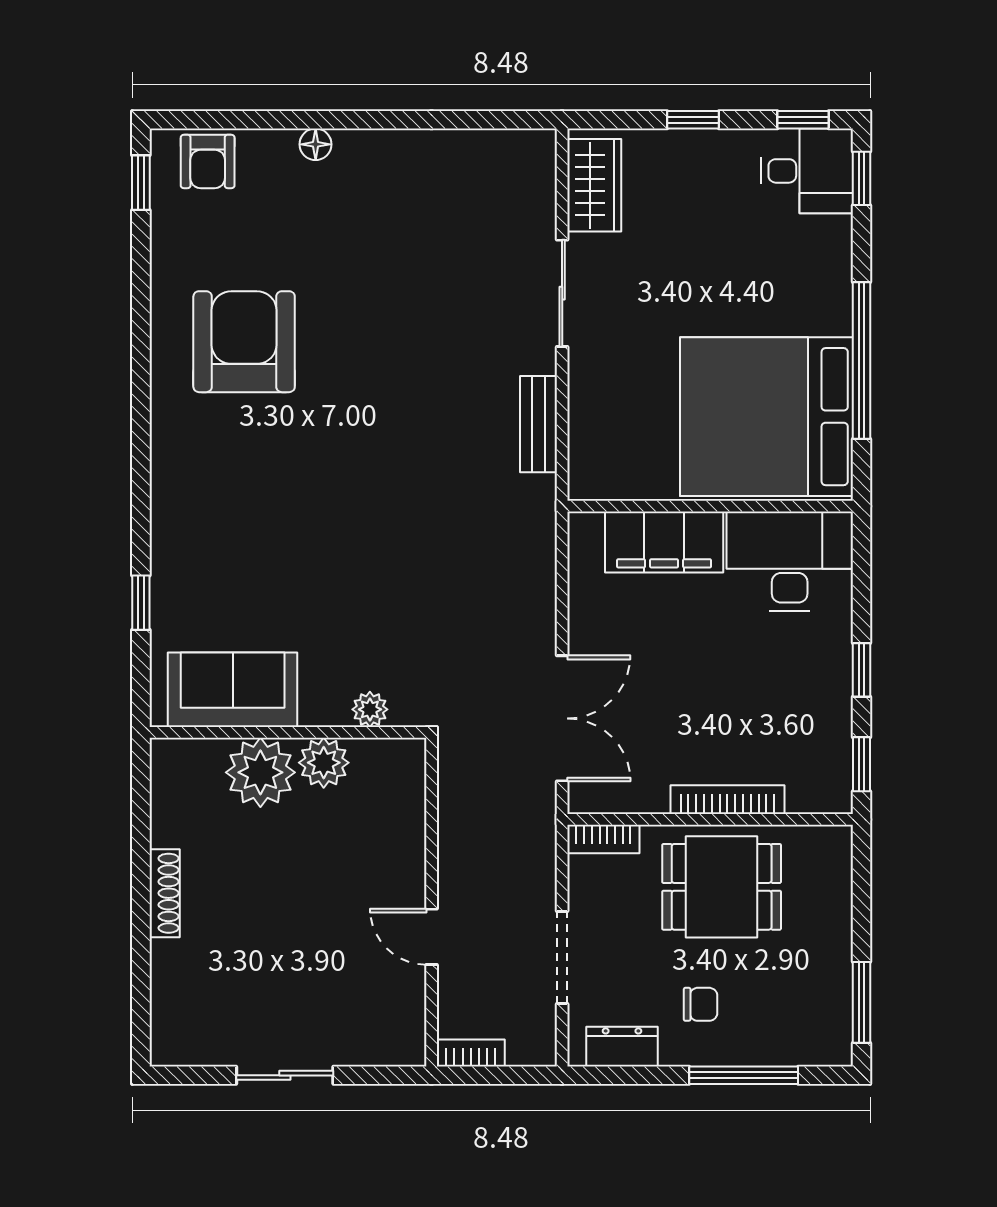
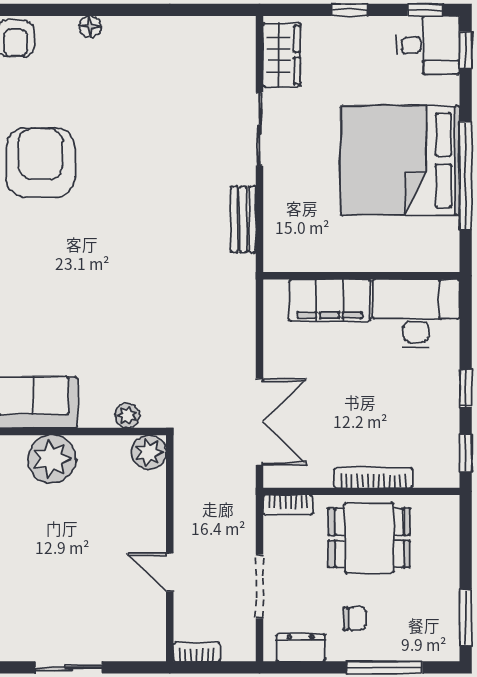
bed: (766, 417) -> (400, 160), moved
plant: (324, 763) -> (149, 452), moved

